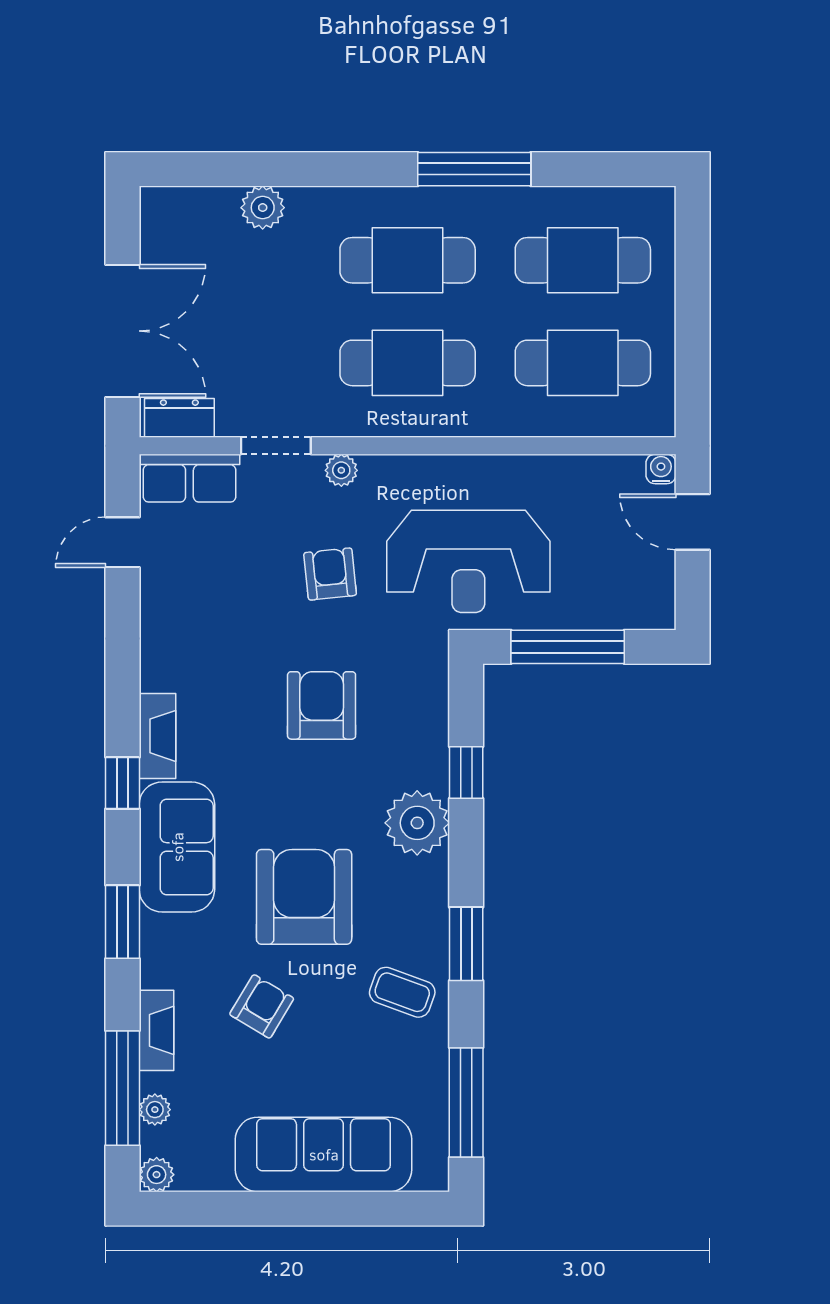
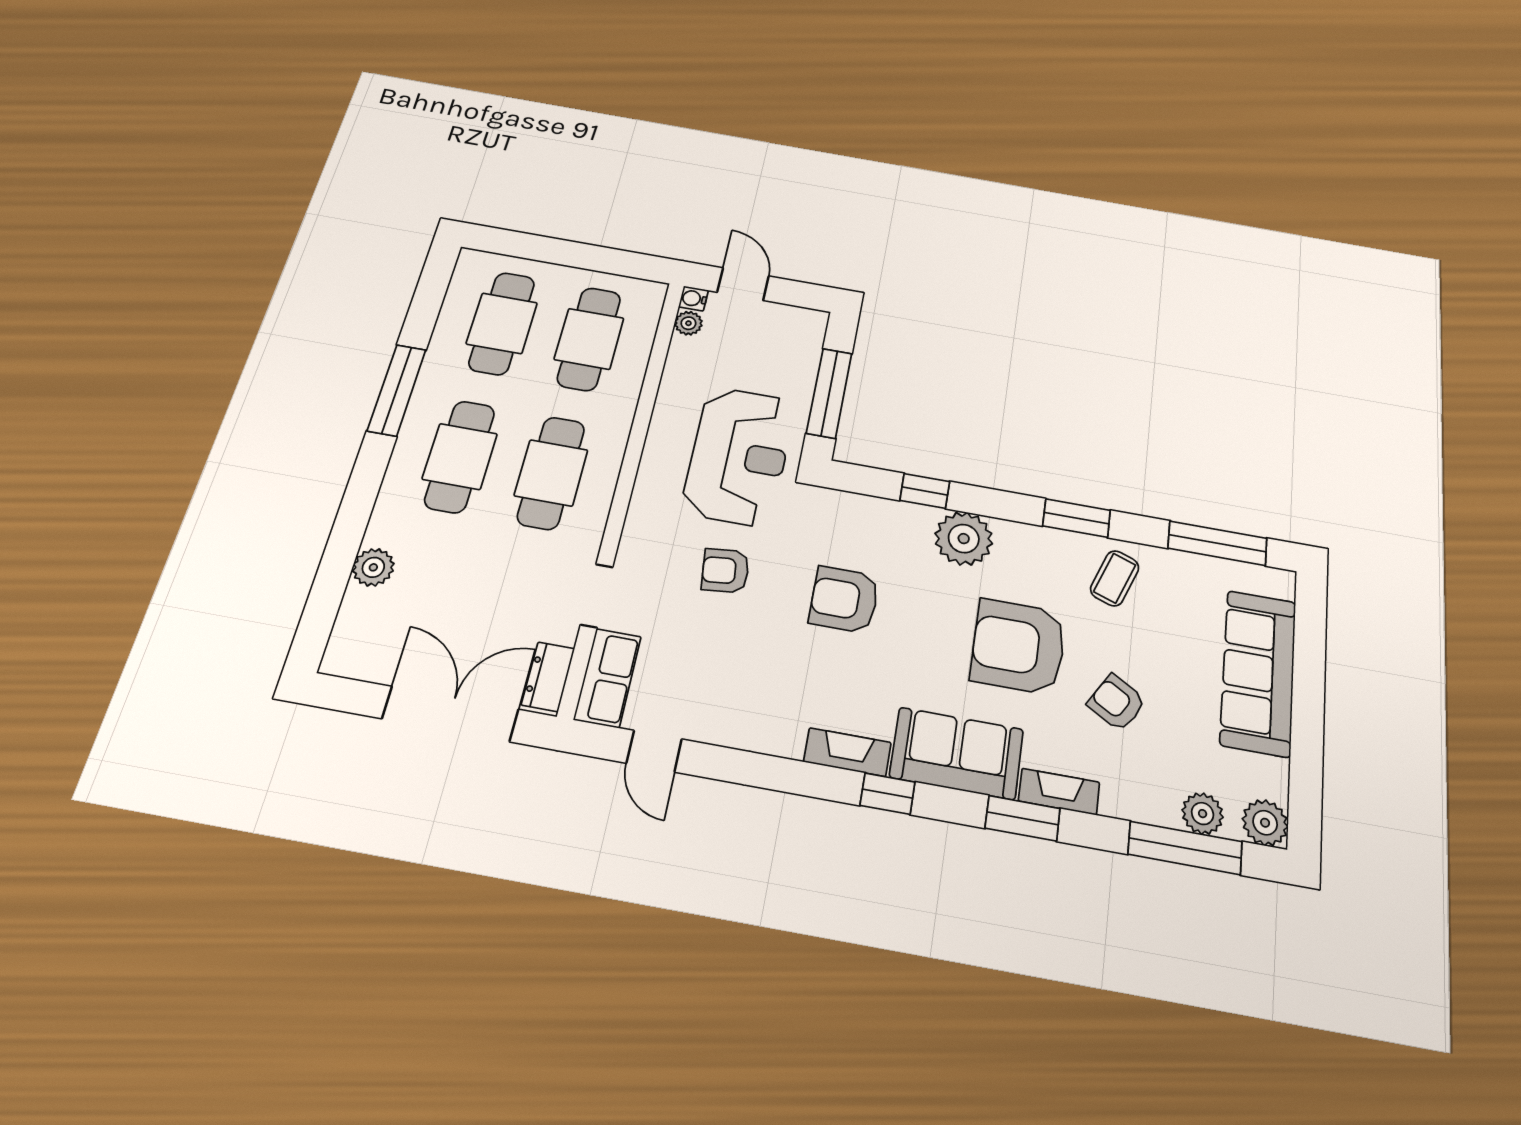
plant: (341, 470) -> (688, 323), moved
door: (693, 522) -> (743, 284), swing flipped
fireplace: (156, 1030) -> (1059, 792), moved
plant: (155, 1110) -> (1203, 814), width x1.38, depth x1.38
plant: (157, 1175) -> (1265, 823), width x1.38, depth x1.38

